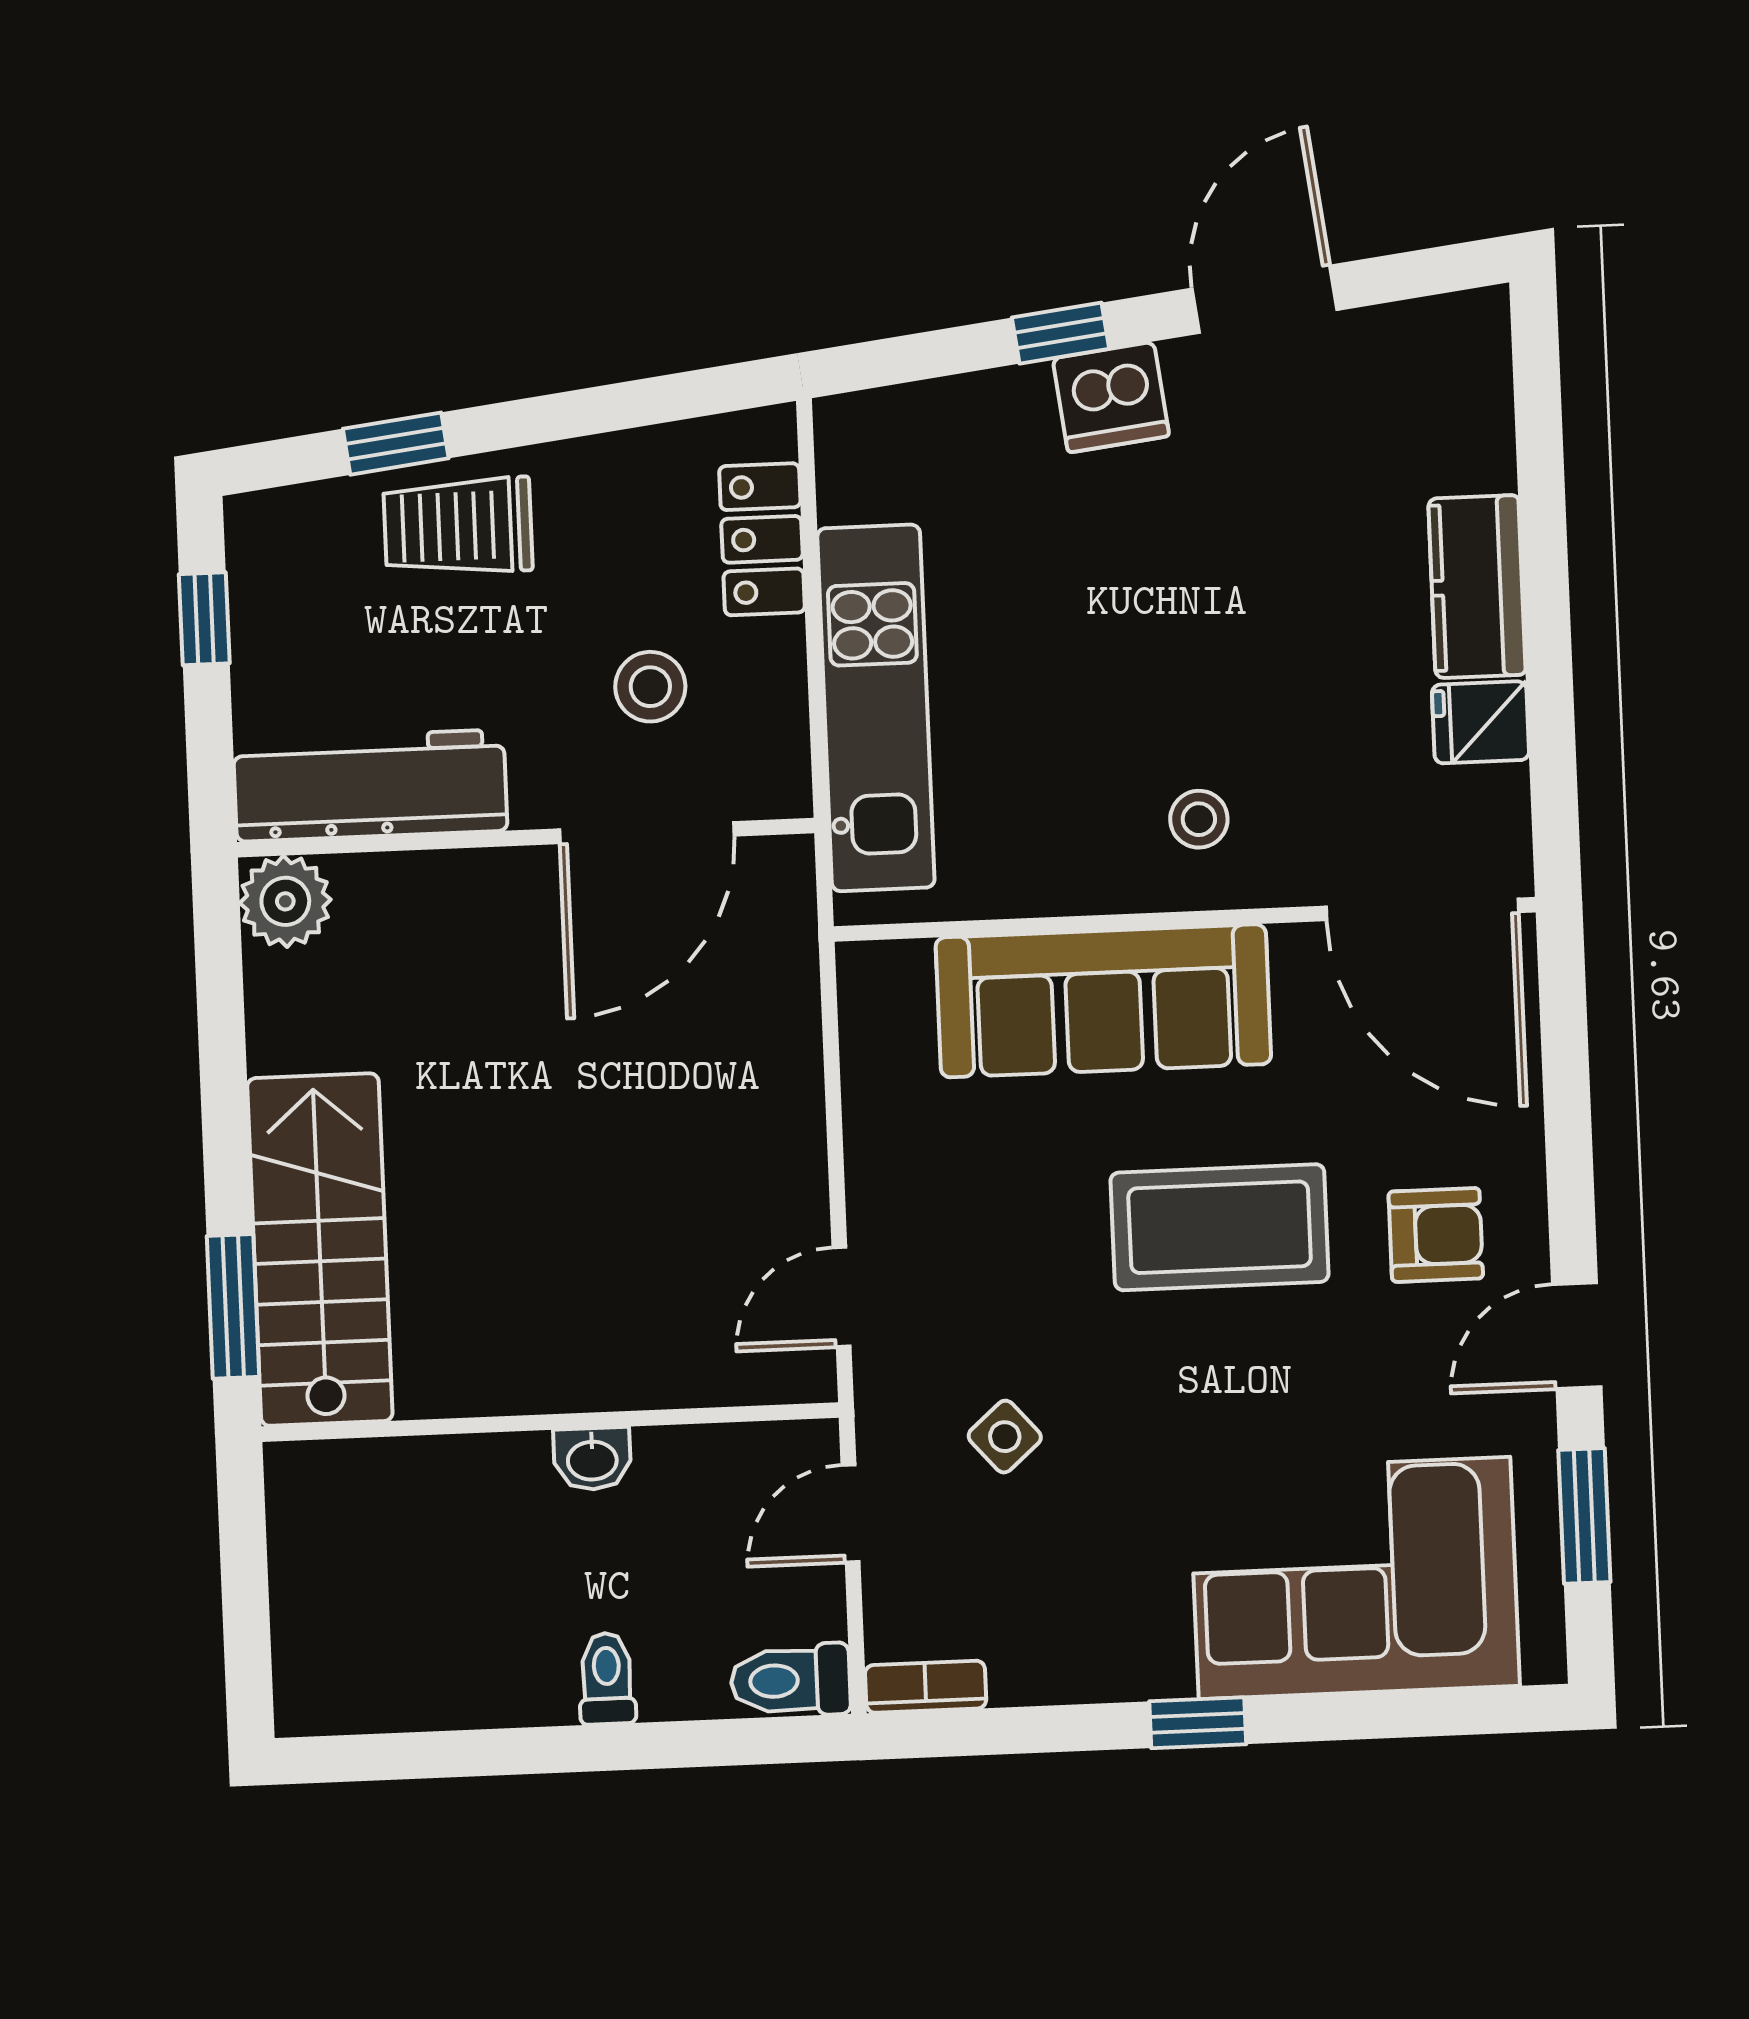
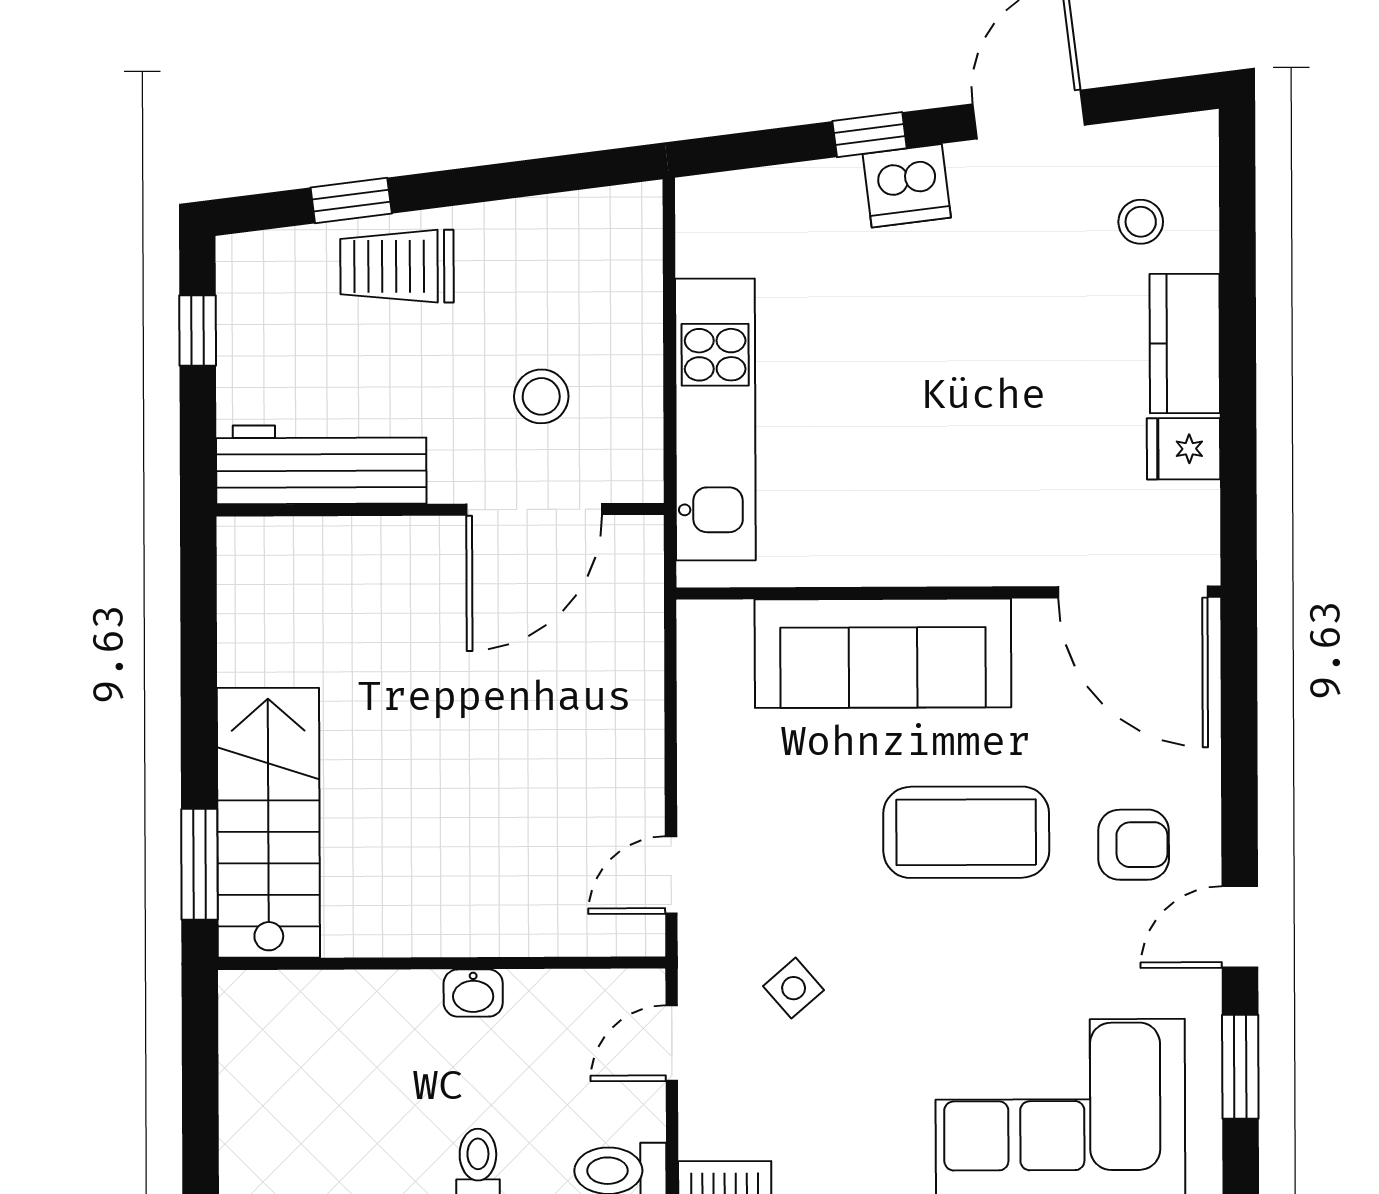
locker: (762, 539) -> (632, 286), removed
stool: (1199, 819) -> (1141, 222), moved
plant: (285, 901) -> (252, 552), removed

